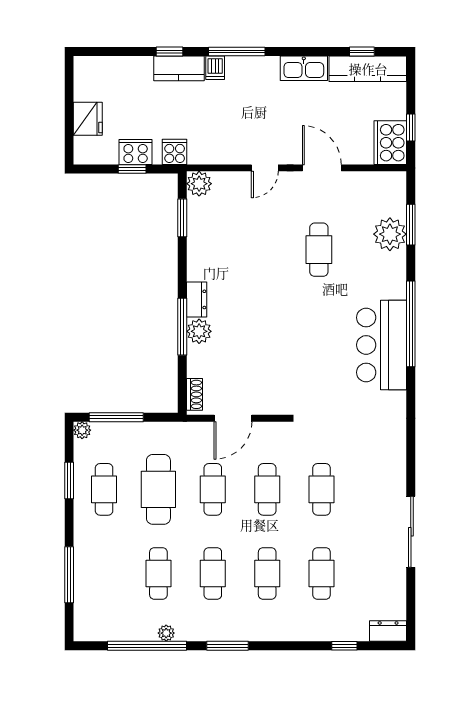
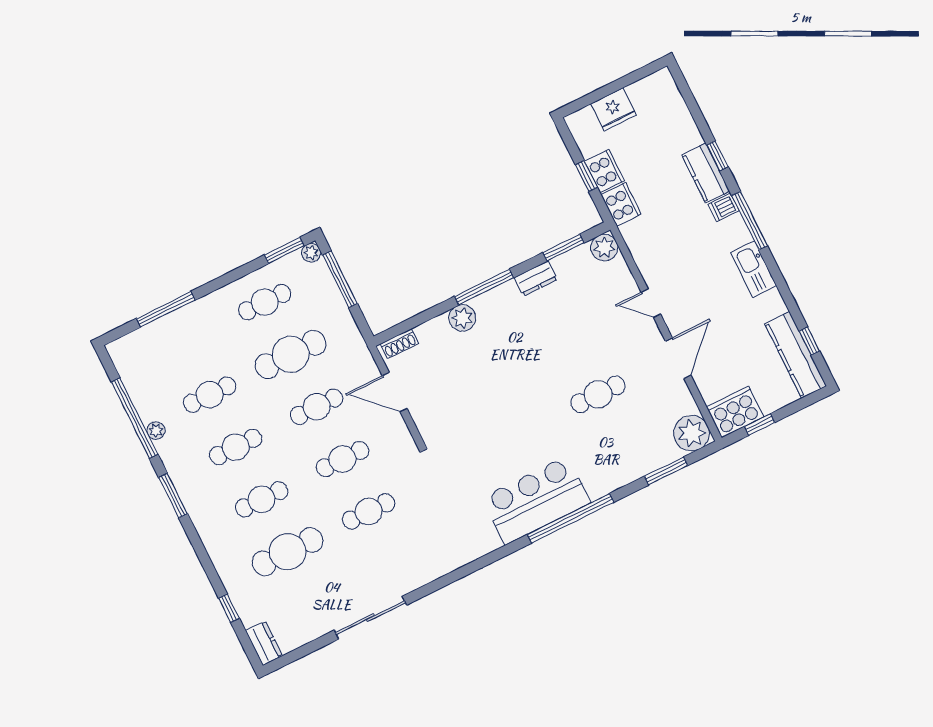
kitchen sink: (304, 68) -> (754, 269), moved
cooker: (175, 152) -> (621, 204), width x1.36
plant: (390, 234) -> (692, 433), moved
dresser: (197, 299) -> (536, 278), moved
window: (182, 327) -> (484, 287), moved
window: (69, 481) -> (284, 250), moved
cafe table: (322, 573) -> (288, 552), width x1.37, depth x1.35

